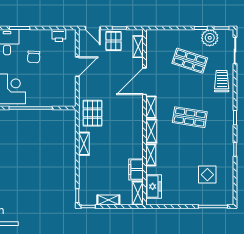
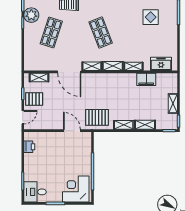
chair: (34, 57) -> (48, 169), removed
door: (77, 67) -> (72, 131), moved
shop shelf: (190, 117) -> (101, 33), turned -30
shelving: (138, 193) -> (145, 125), moved

